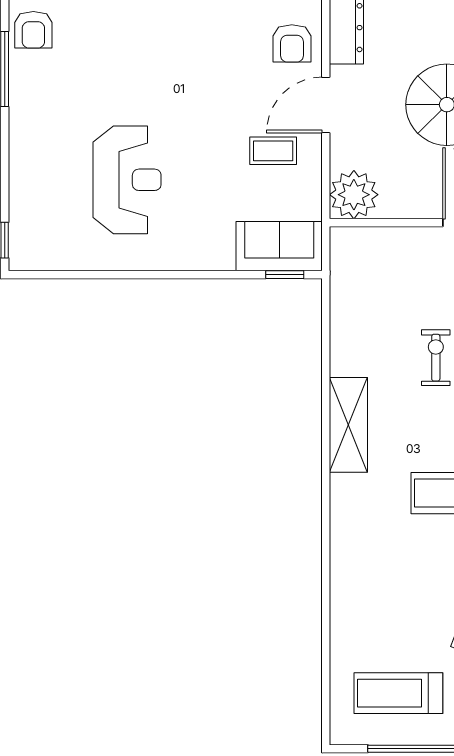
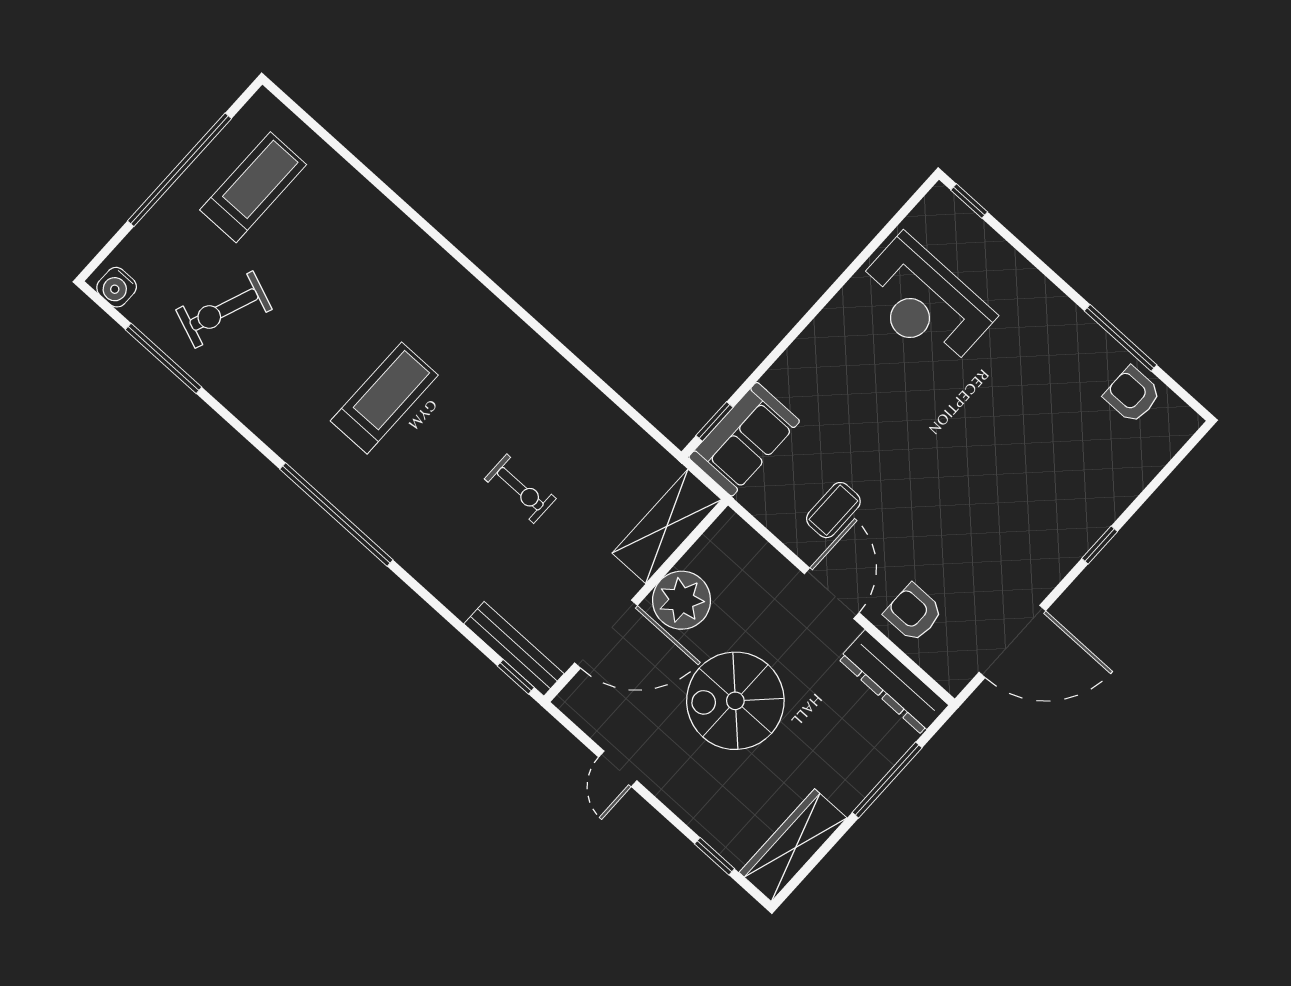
reception desk: (127, 180) -> (924, 302), moved
plant: (354, 195) -> (682, 600), moved
shelving: (348, 425) -> (667, 526), moved, turned 90

